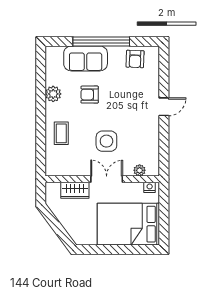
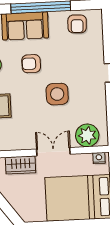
side table: (106, 141) -> (57, 94), moved
plant: (140, 170) -> (87, 135), width x1.87, depth x1.87

